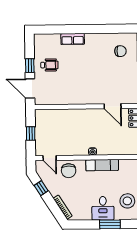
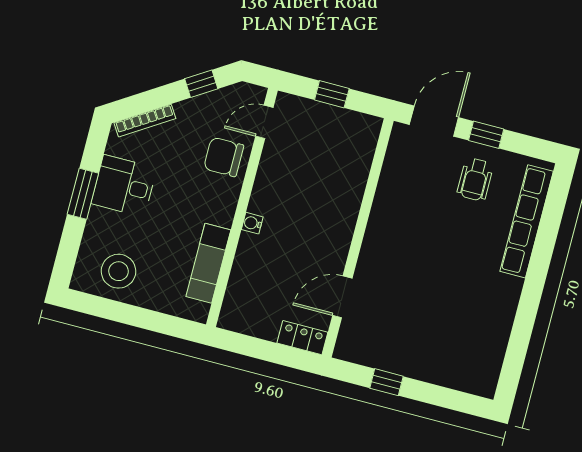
row of seats: (73, 39) -> (527, 221), width x2.02
chair: (120, 51) -> (462, 349), removed
exam couch: (102, 165) -> (208, 263), moved
desk: (103, 208) -> (124, 186), moved
window: (110, 224) -> (83, 194), moved

